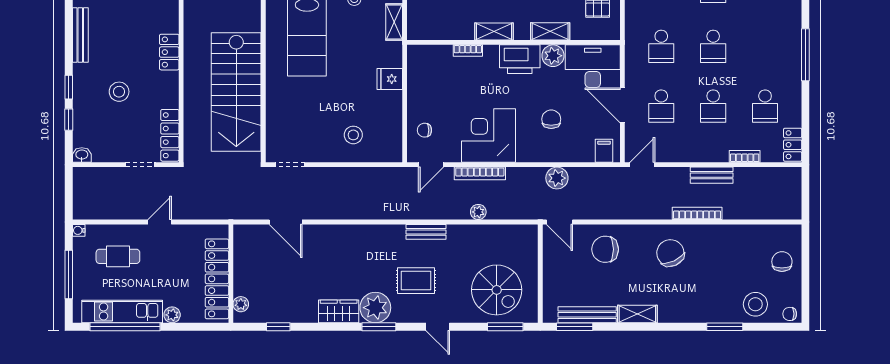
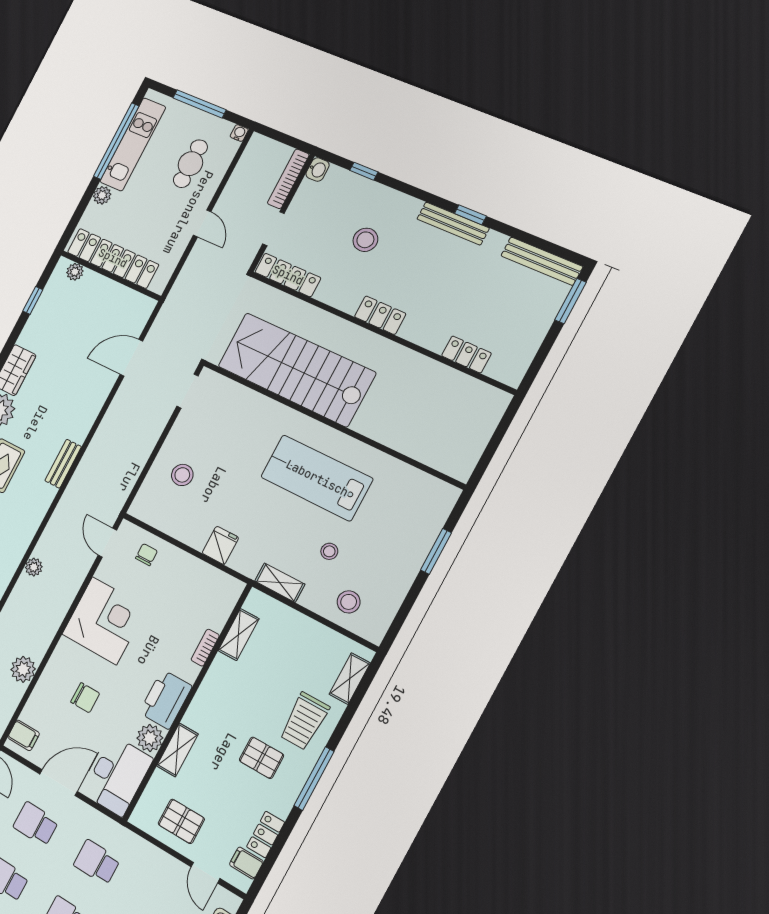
shelving: (494, 32) -> (239, 635), moved
window: (69, 87) -> (470, 215), moved
bookcase: (480, 173) -> (288, 179), moved
bench: (426, 232) -> (63, 464), moved

